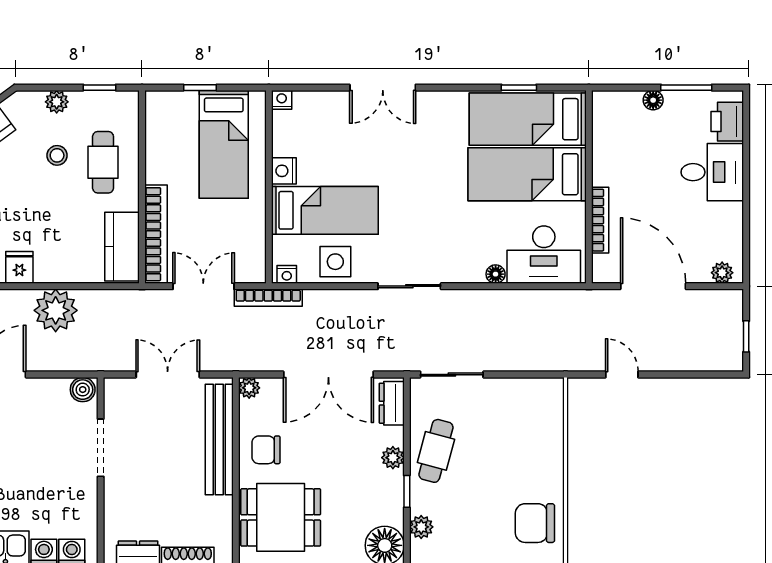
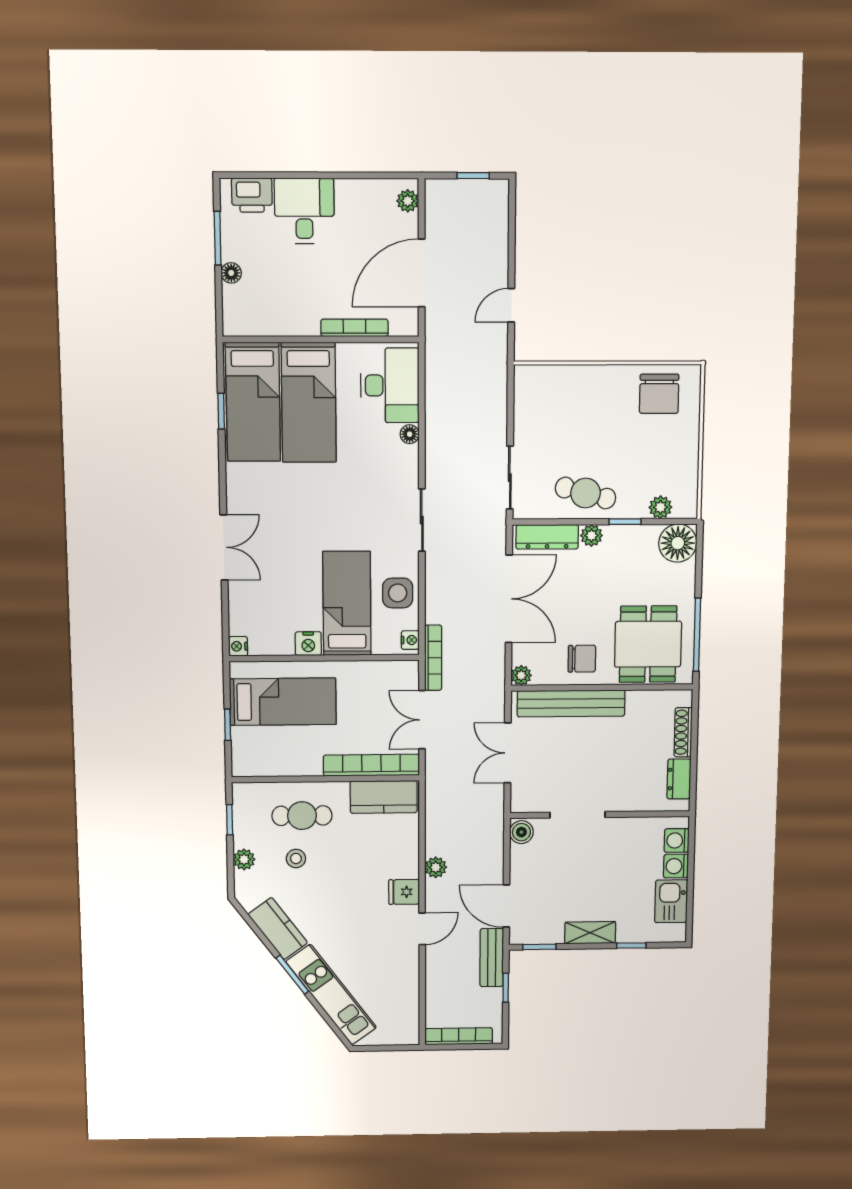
plant: (56, 310) -> (436, 867), width x0.53, depth x0.53
dresser: (392, 403) -> (547, 537), width x1.44
chair: (266, 450) -> (582, 659), turned -90

